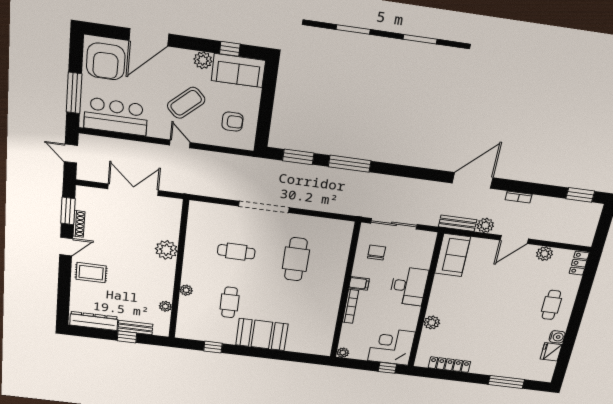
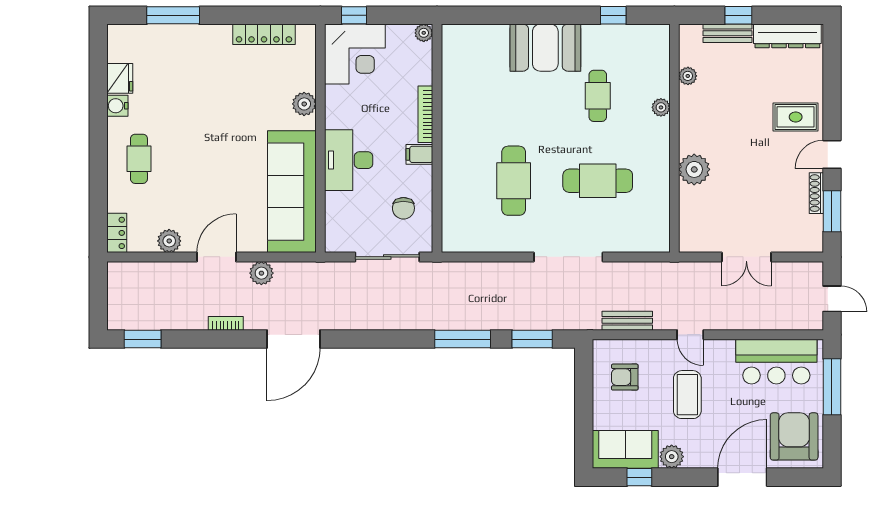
coffee table: (186, 103) -> (687, 395), turned -46
double door: (133, 190) -> (746, 257), width x0.73
bench: (458, 223) -> (627, 321), moved
cafe table: (236, 252) -> (598, 181), width x1.37, depth x1.35
sofa: (452, 255) -> (292, 192), width x1.85, depth x1.27

